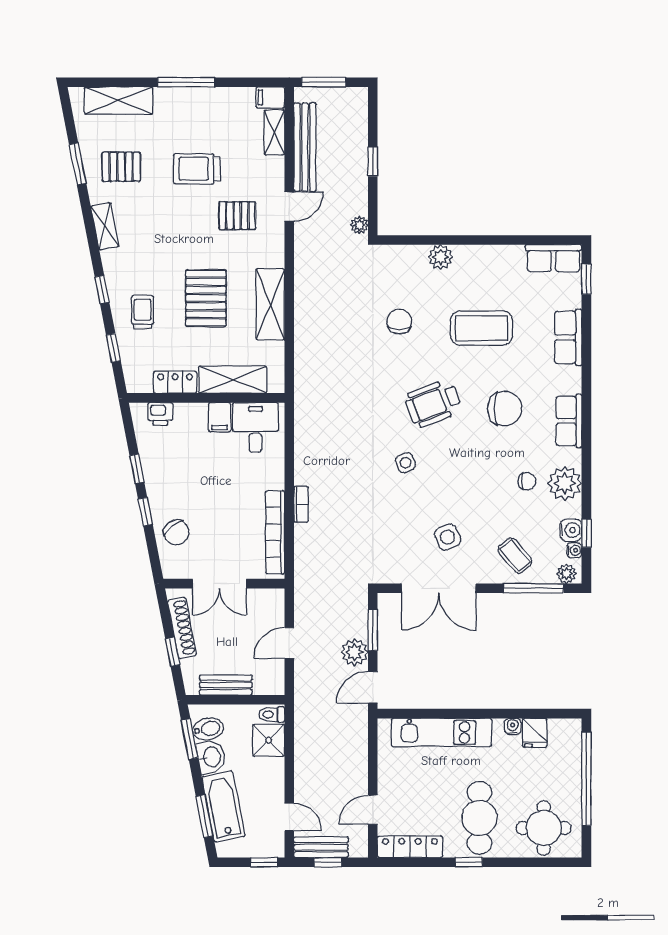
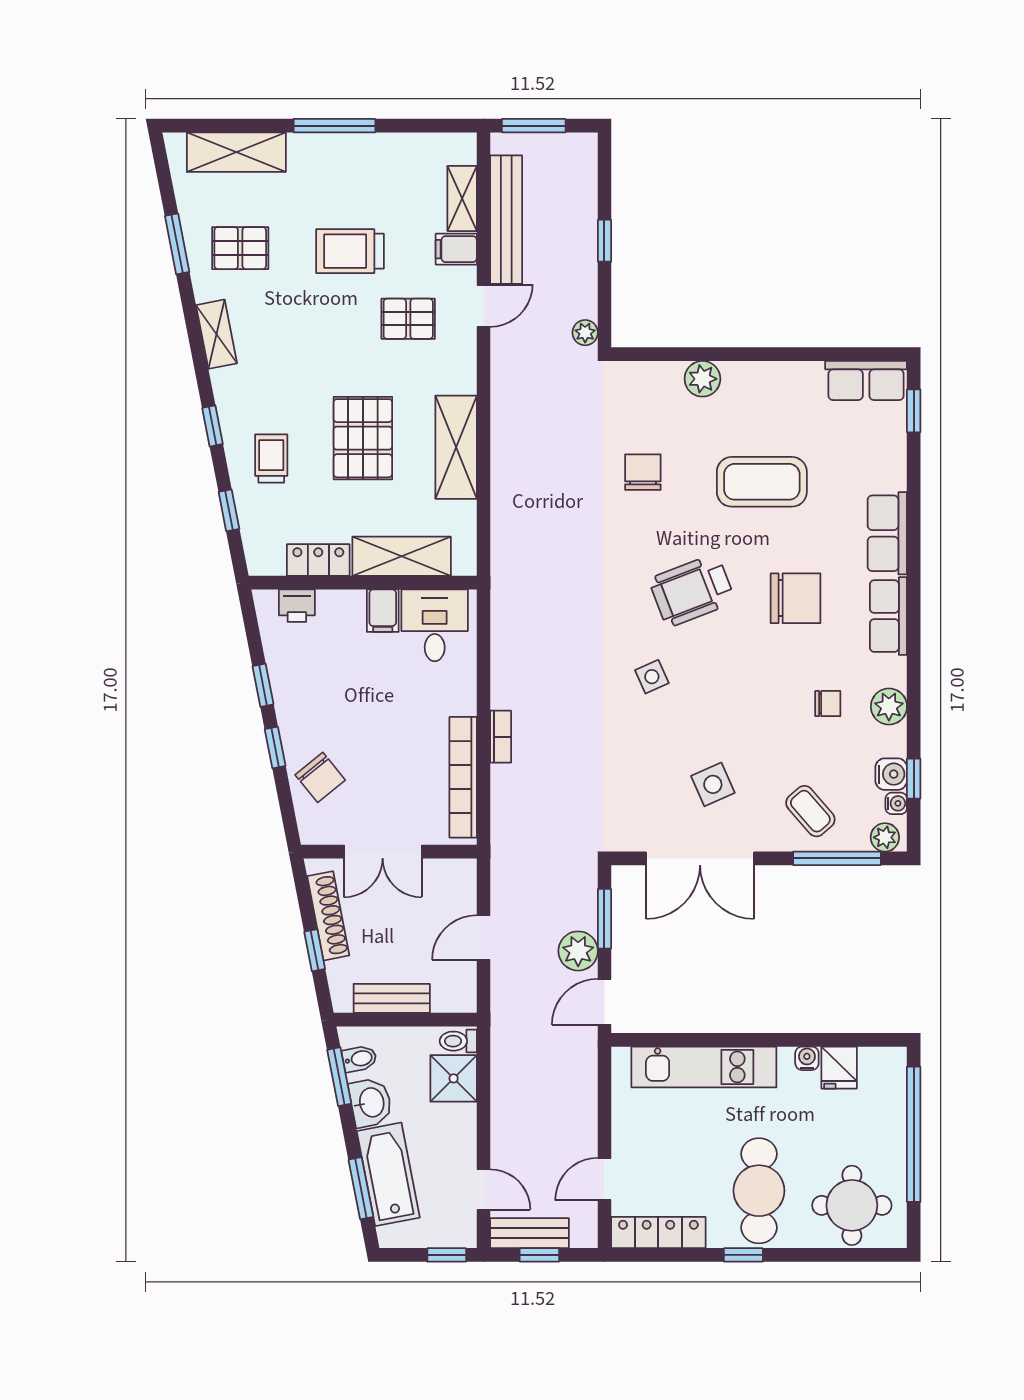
filing cabinet: (270, 97) -> (456, 249), moved
row of seats: (568, 337) -> (887, 533), moved
plant: (565, 483) -> (889, 707), width x0.73, depth x0.73
bidet: (208, 729) -> (359, 1059), width x0.72, depth x0.74

